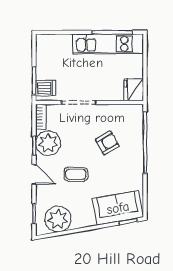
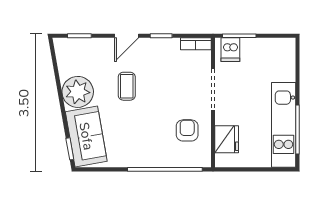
fridge: (134, 90) -> (227, 139), moved, turned 90
plant: (48, 143) -> (164, 53), removed
armchair: (107, 143) -> (187, 130), moved, turned -150
plant: (58, 219) -> (78, 92), moved

